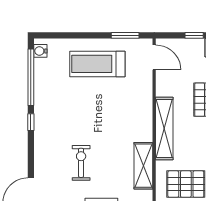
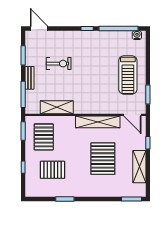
door: (154, 57) -> (132, 115), hinge flipped
treadmill: (97, 64) -> (128, 75), turned 180
shelving: (164, 129) -> (98, 122), moved

